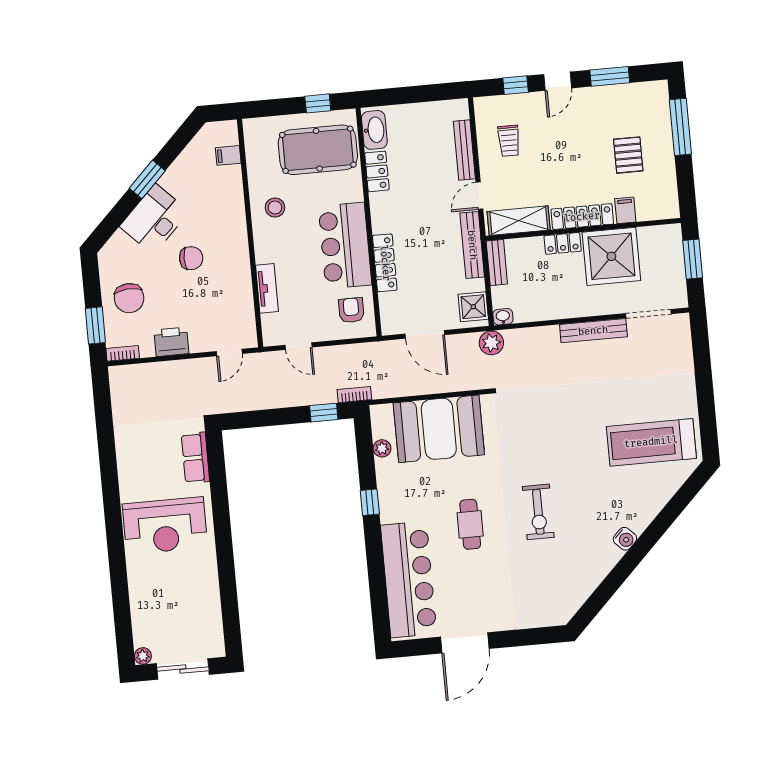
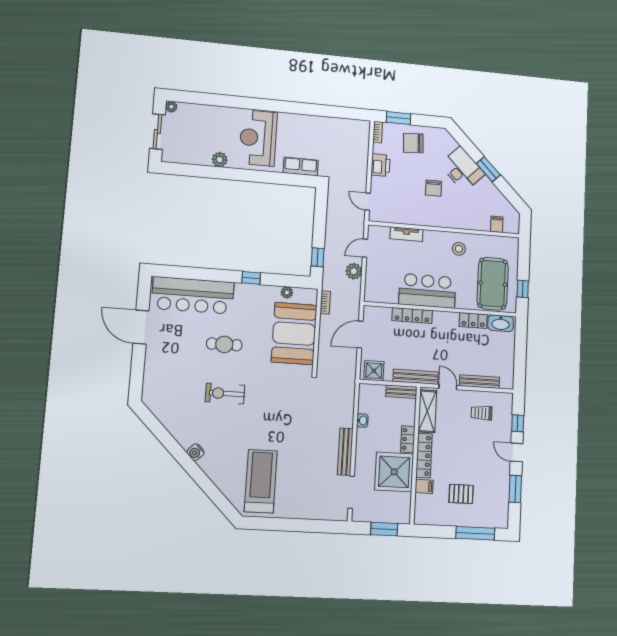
armchair: (351, 310) -> (384, 288), removed
washbasin: (503, 317) -> (362, 420), moved
plant: (491, 343) -> (354, 271), moved
bookcase: (354, 395) -> (325, 302), moved
plant: (207, 575) -> (220, 160), added

